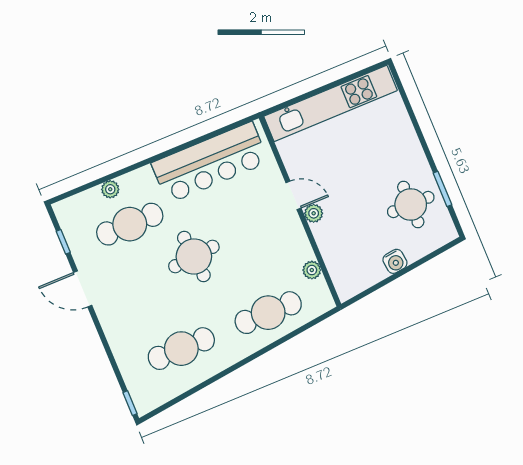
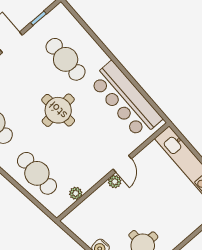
plant: (110, 189) -> (85, 38), removed

